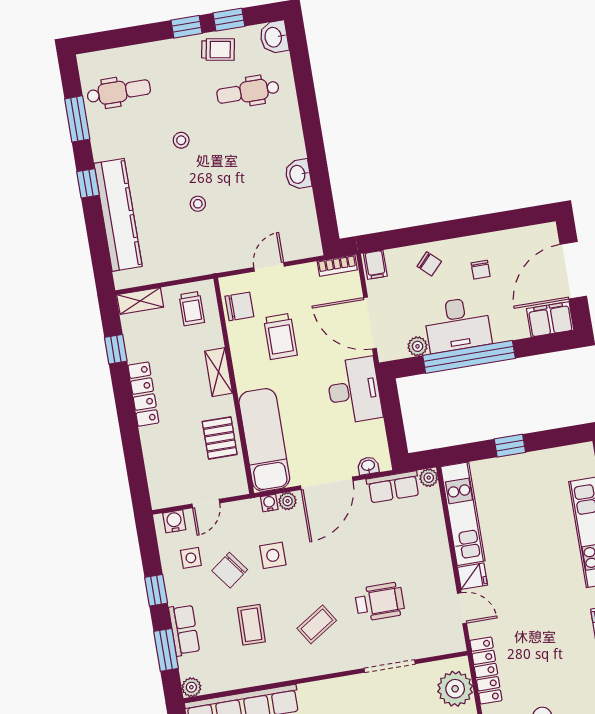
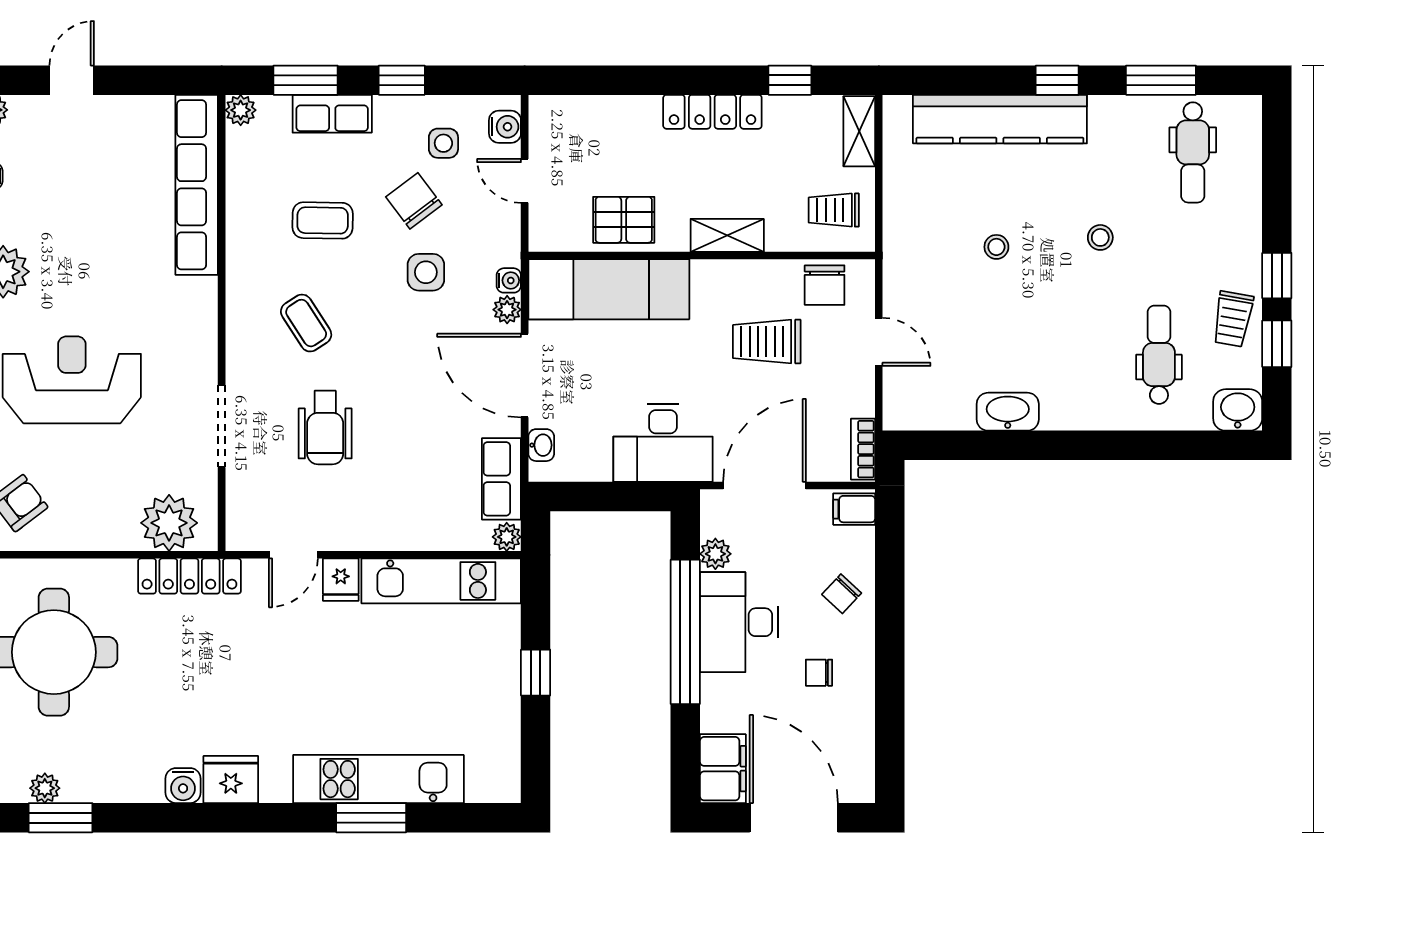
washbasin: (298, 174) -> (1008, 412), width x1.38

